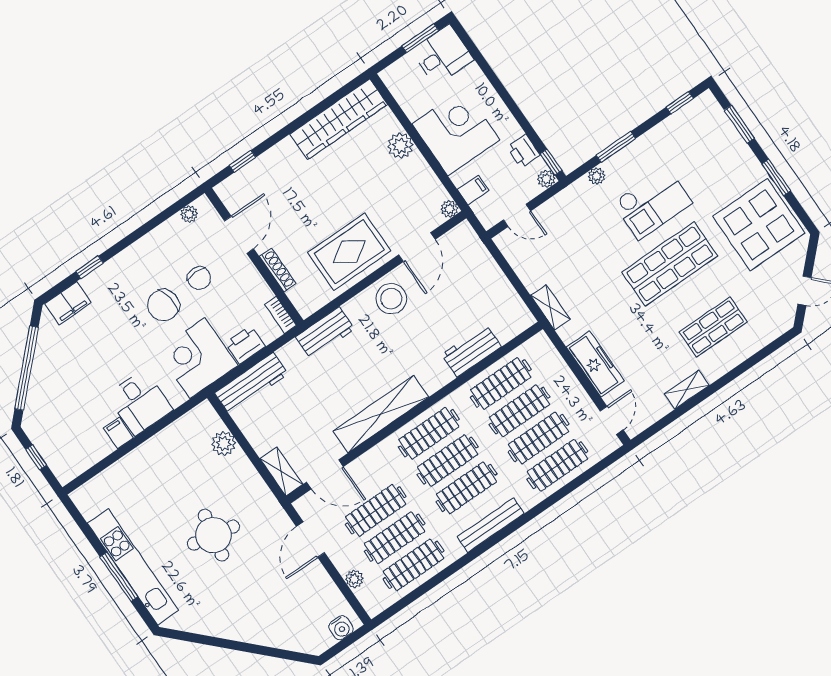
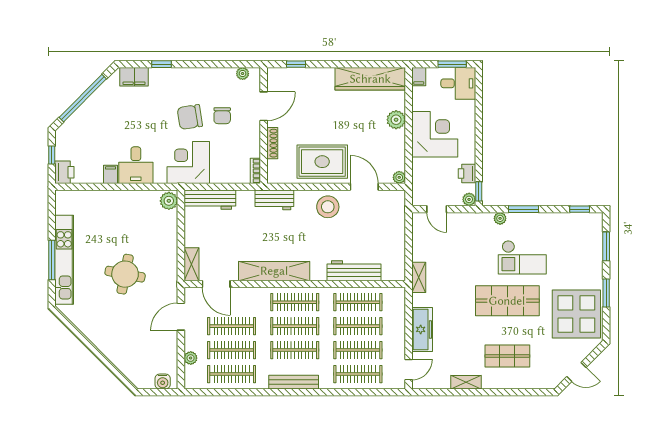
filing cabinet: (473, 190) -> (419, 77), moved, turned 90
door: (417, 247) -> (364, 187), swing flipped
printer: (245, 345) -> (64, 172), moved, turned 90
workbench: (472, 351) -> (354, 271), width x1.38
plant: (224, 443) -> (169, 201), moved

